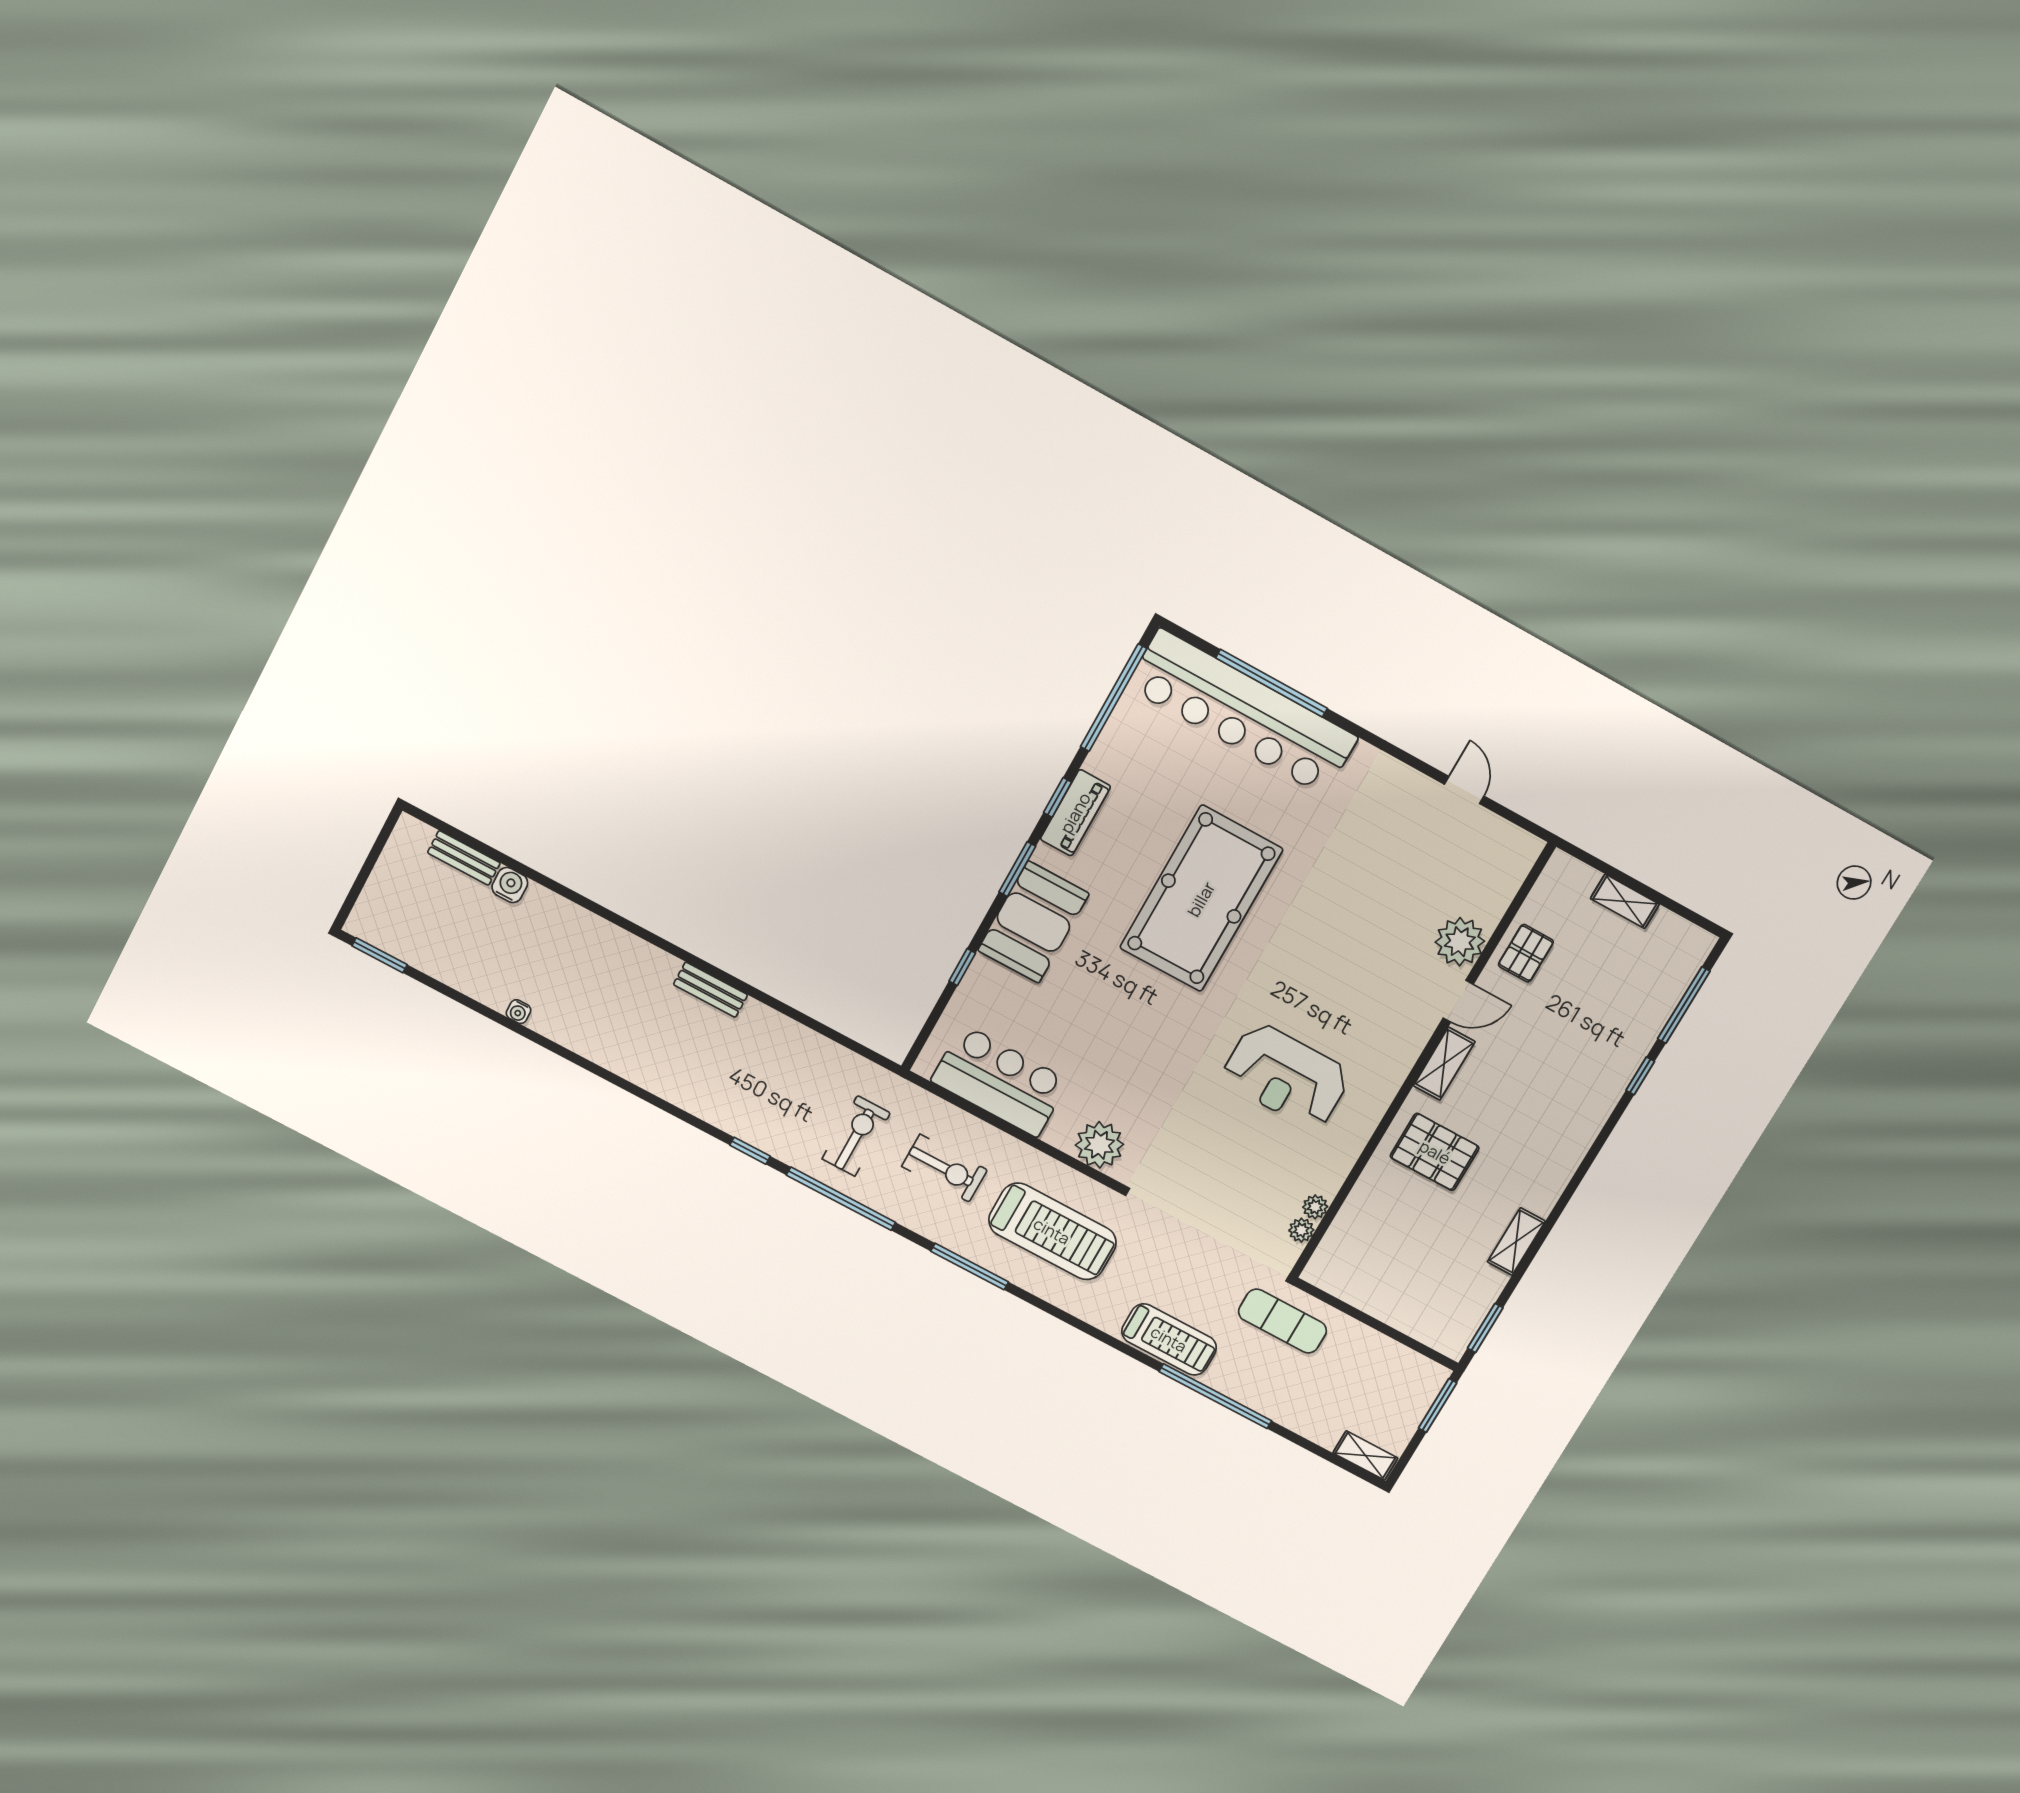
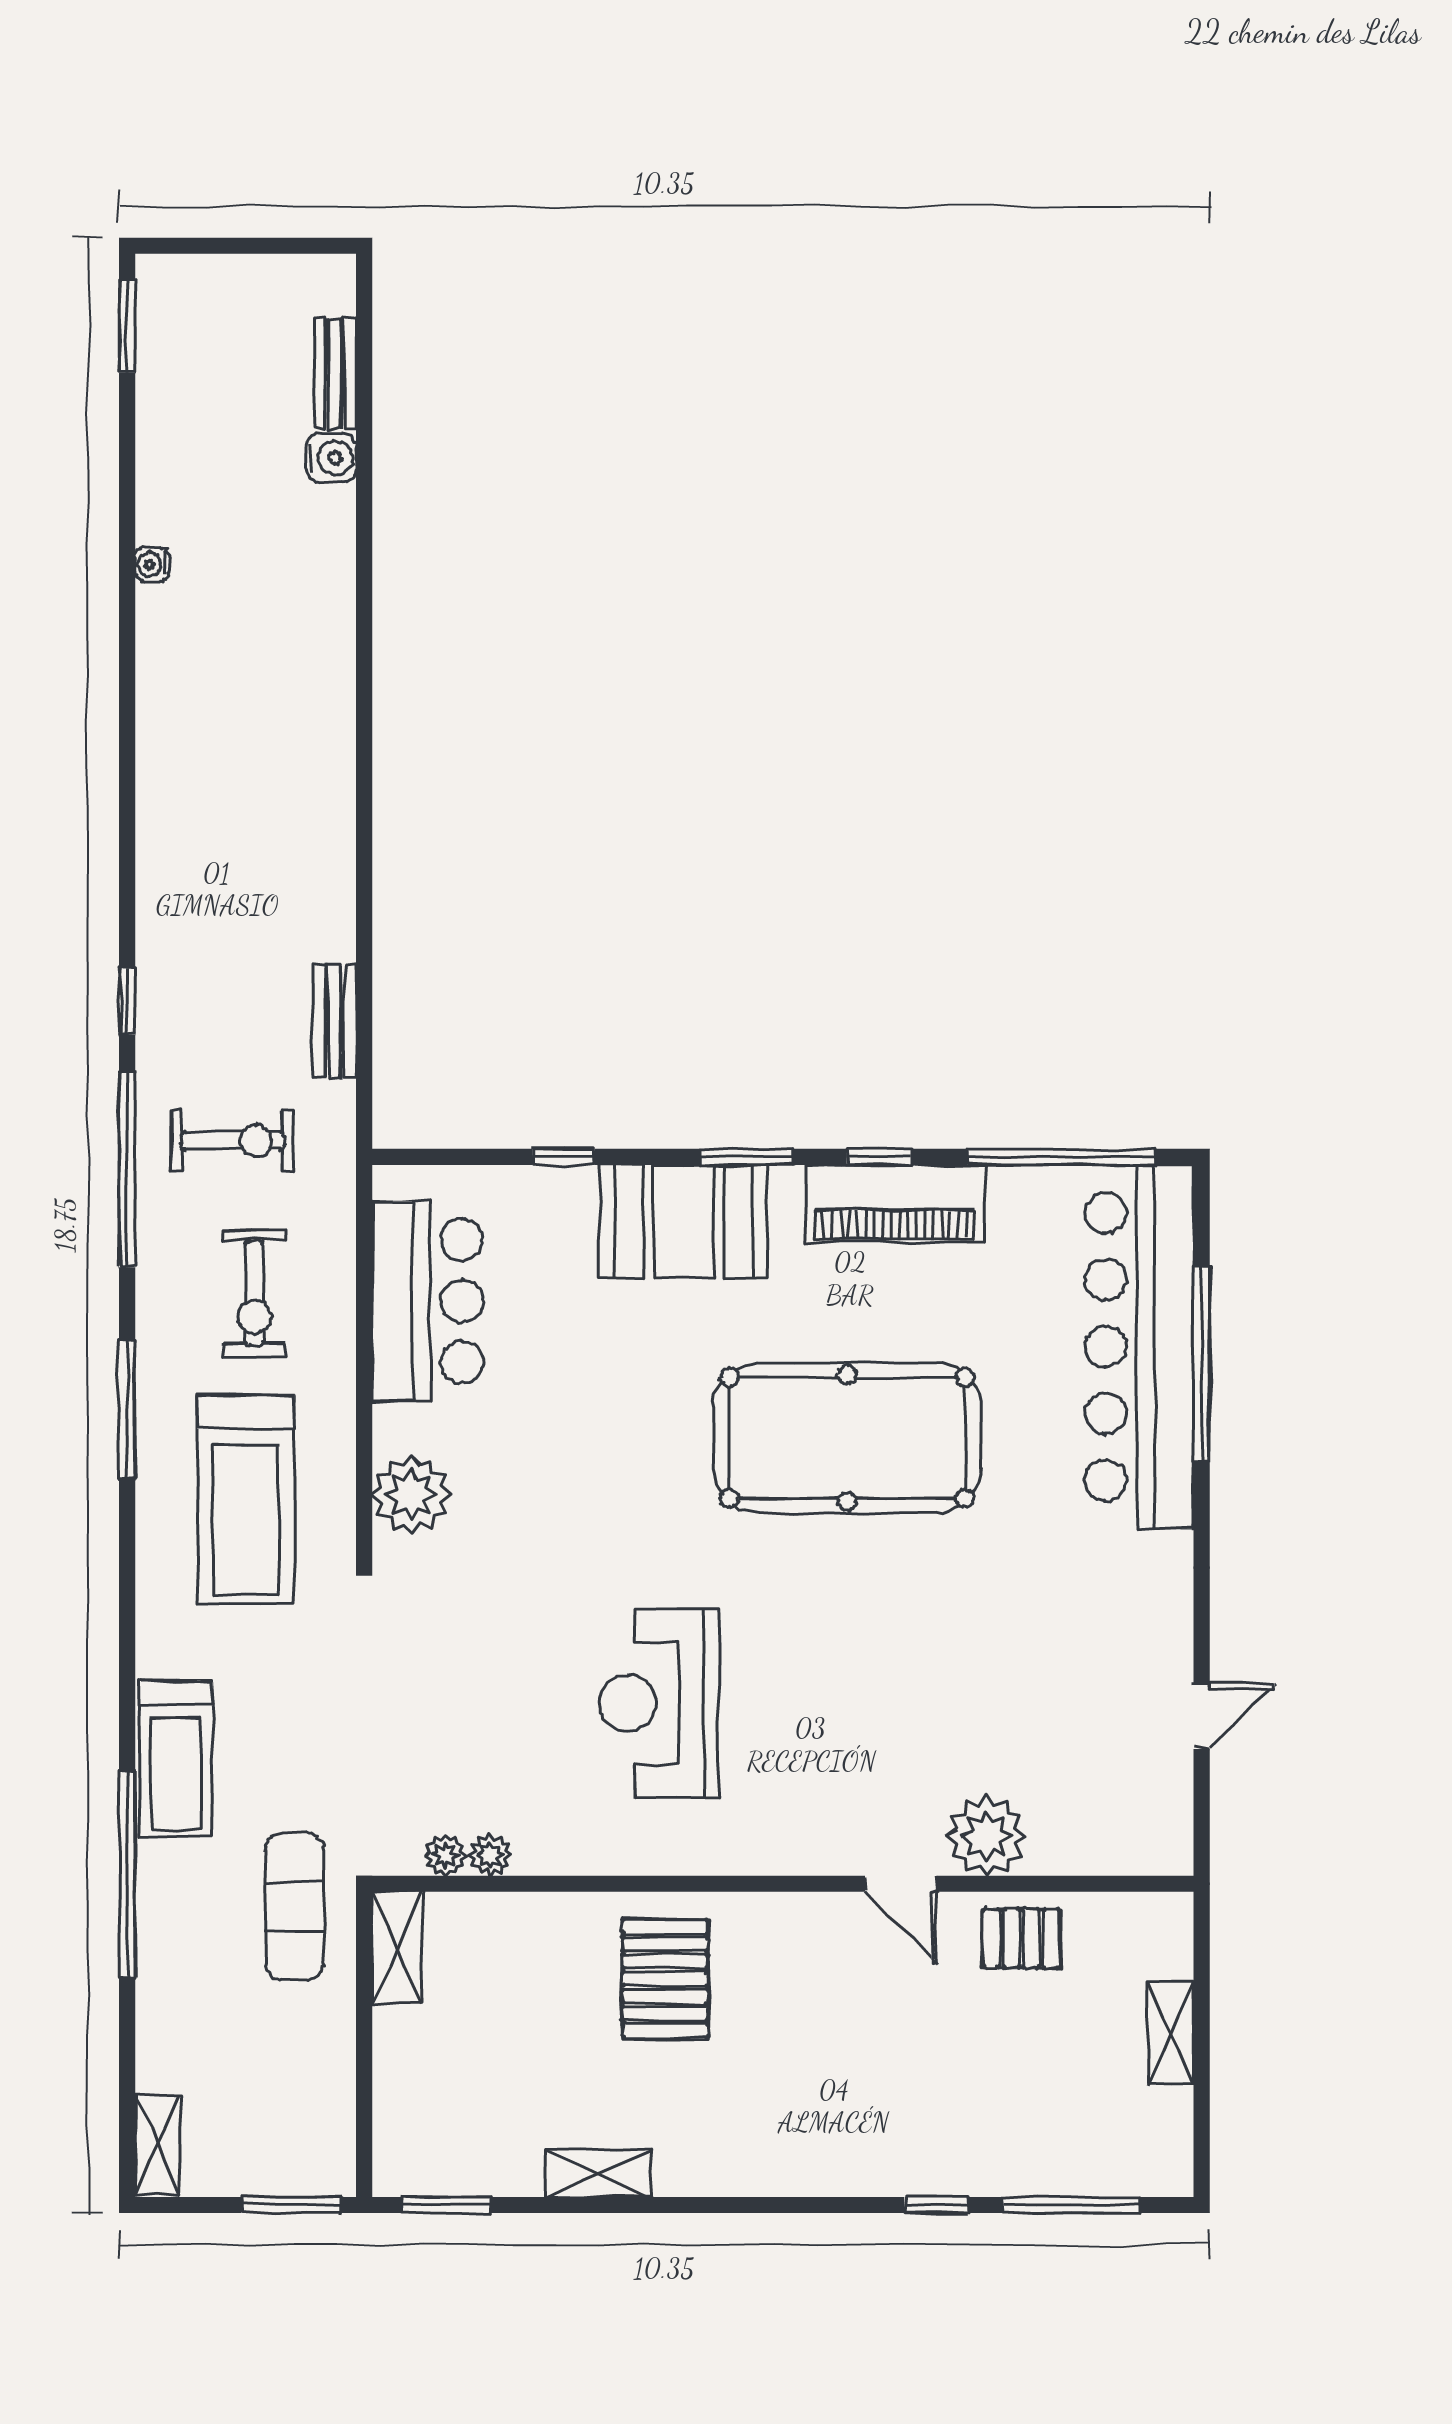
piano: (1075, 813) -> (895, 1203), width x1.37, depth x1.33
bench: (711, 990) -> (335, 1021), moved
shelving: (1444, 1064) -> (397, 1948), moved, turned 90

